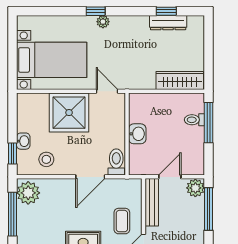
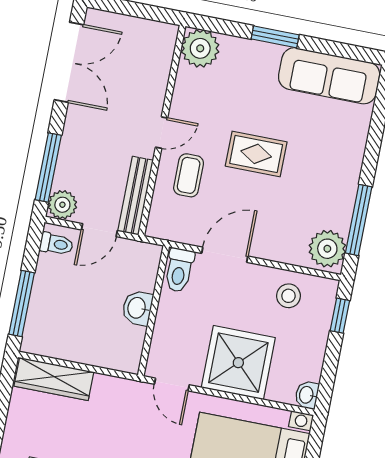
toilet: (194, 120) -> (56, 244), moved
washbasin: (23, 141) -> (307, 395), moved

